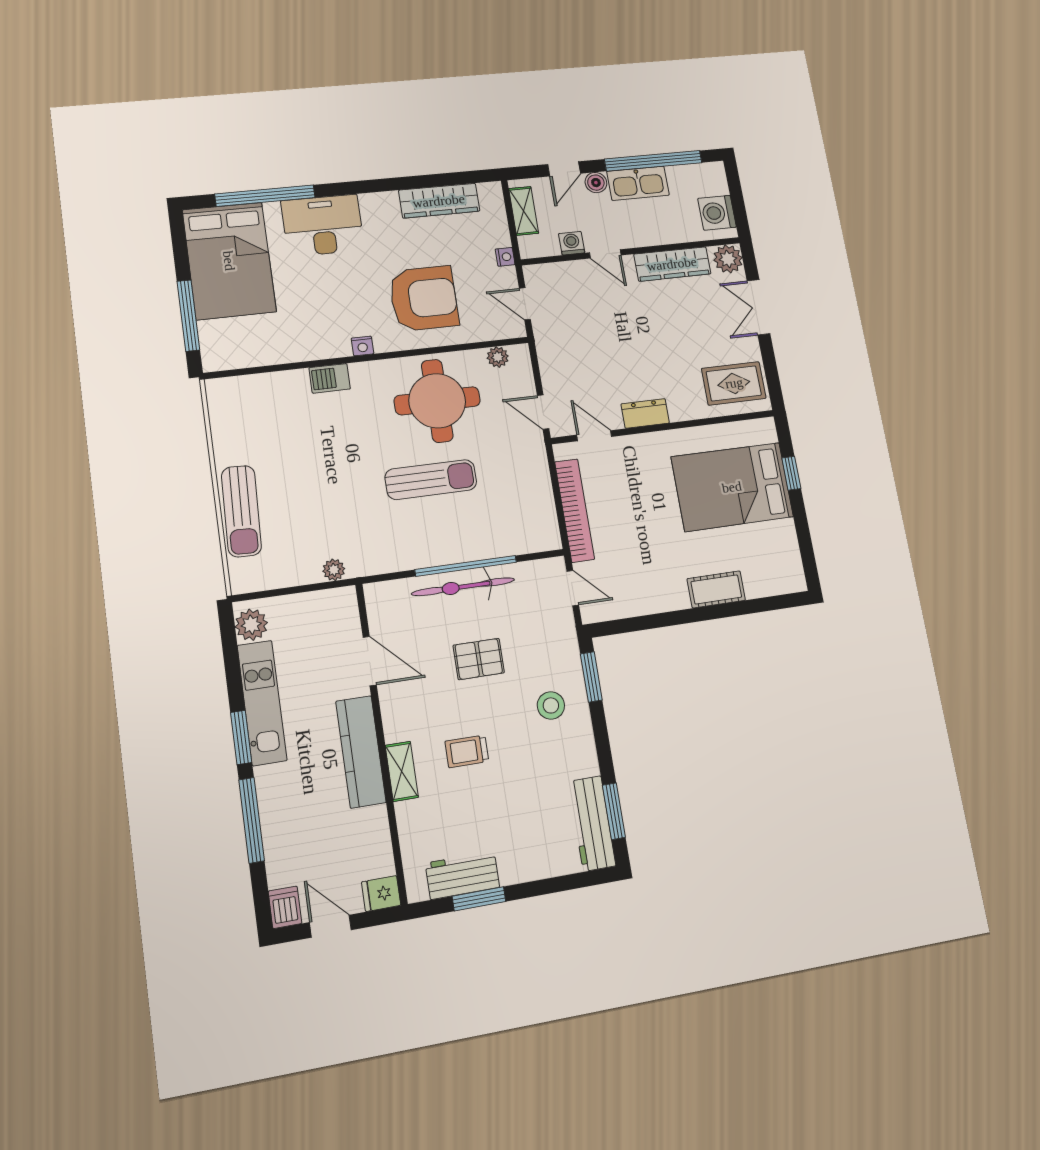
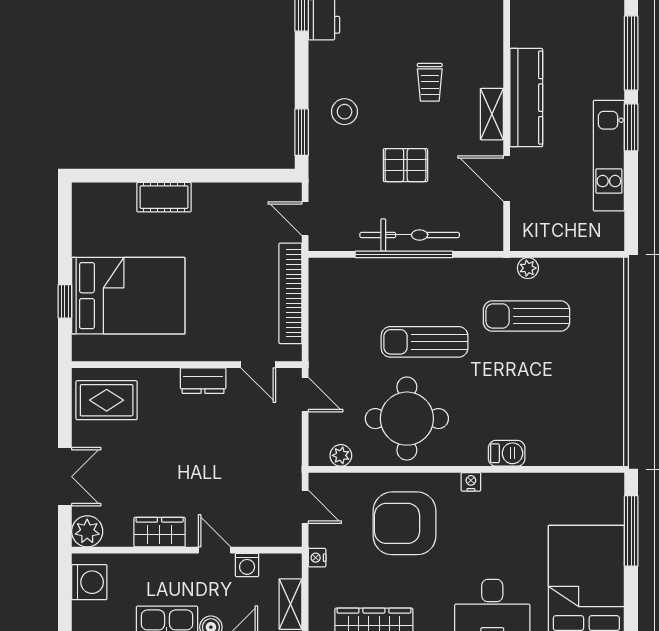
wardrobe: (672, 264) -> (160, 532), width x0.67
sun lounger: (241, 511) -> (526, 316), moved, turned -92
plant: (251, 625) -> (610, 228), removed
trolley: (467, 751) -> (430, 82), turned 90
shelving: (402, 771) -> (492, 114), moved

